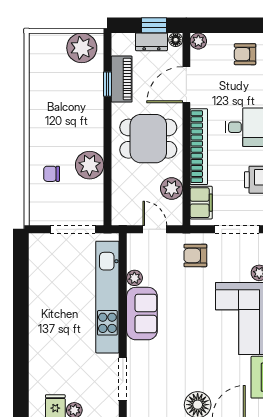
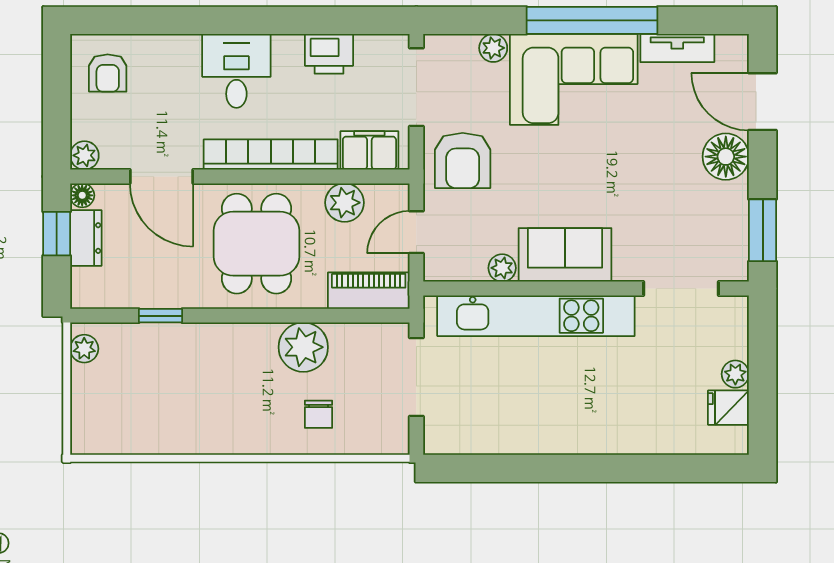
plant: (82, 48) -> (84, 349), width x0.53, depth x0.53
piano: (122, 79) -> (369, 291), moved
armchair: (195, 256) -> (463, 161), width x1.38, depth x1.38

